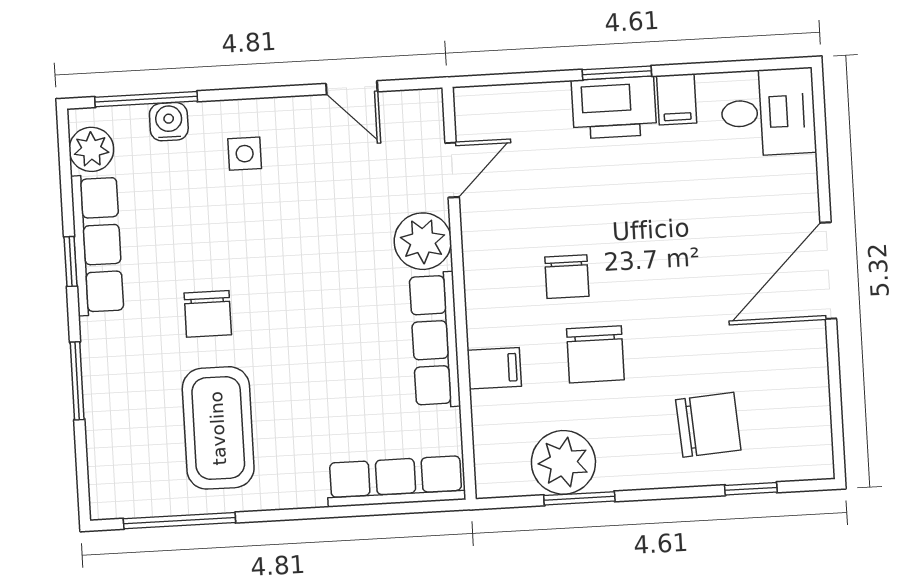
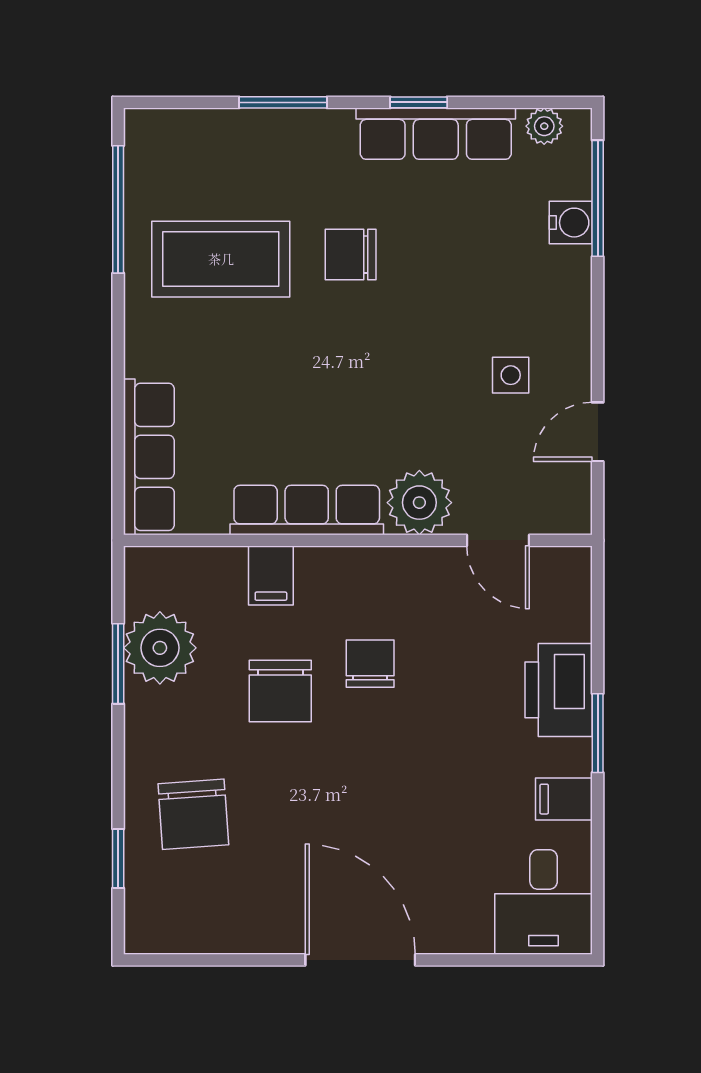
printer: (614, 108) -> (559, 690), moved
plant: (91, 149) -> (544, 126), width x0.73, depth x0.73
side table: (245, 154) -> (511, 375), moved
chair: (567, 277) -> (370, 664), turned 90
chair: (595, 354) -> (280, 691), turned -90

